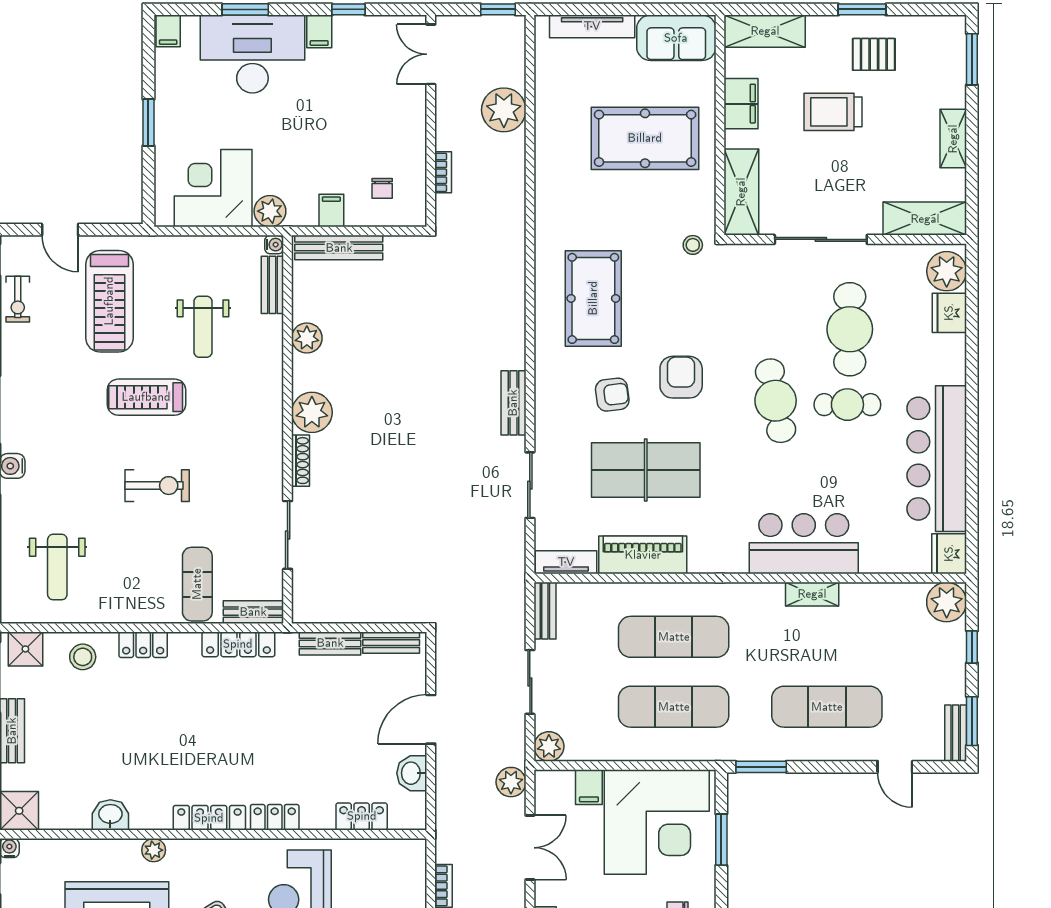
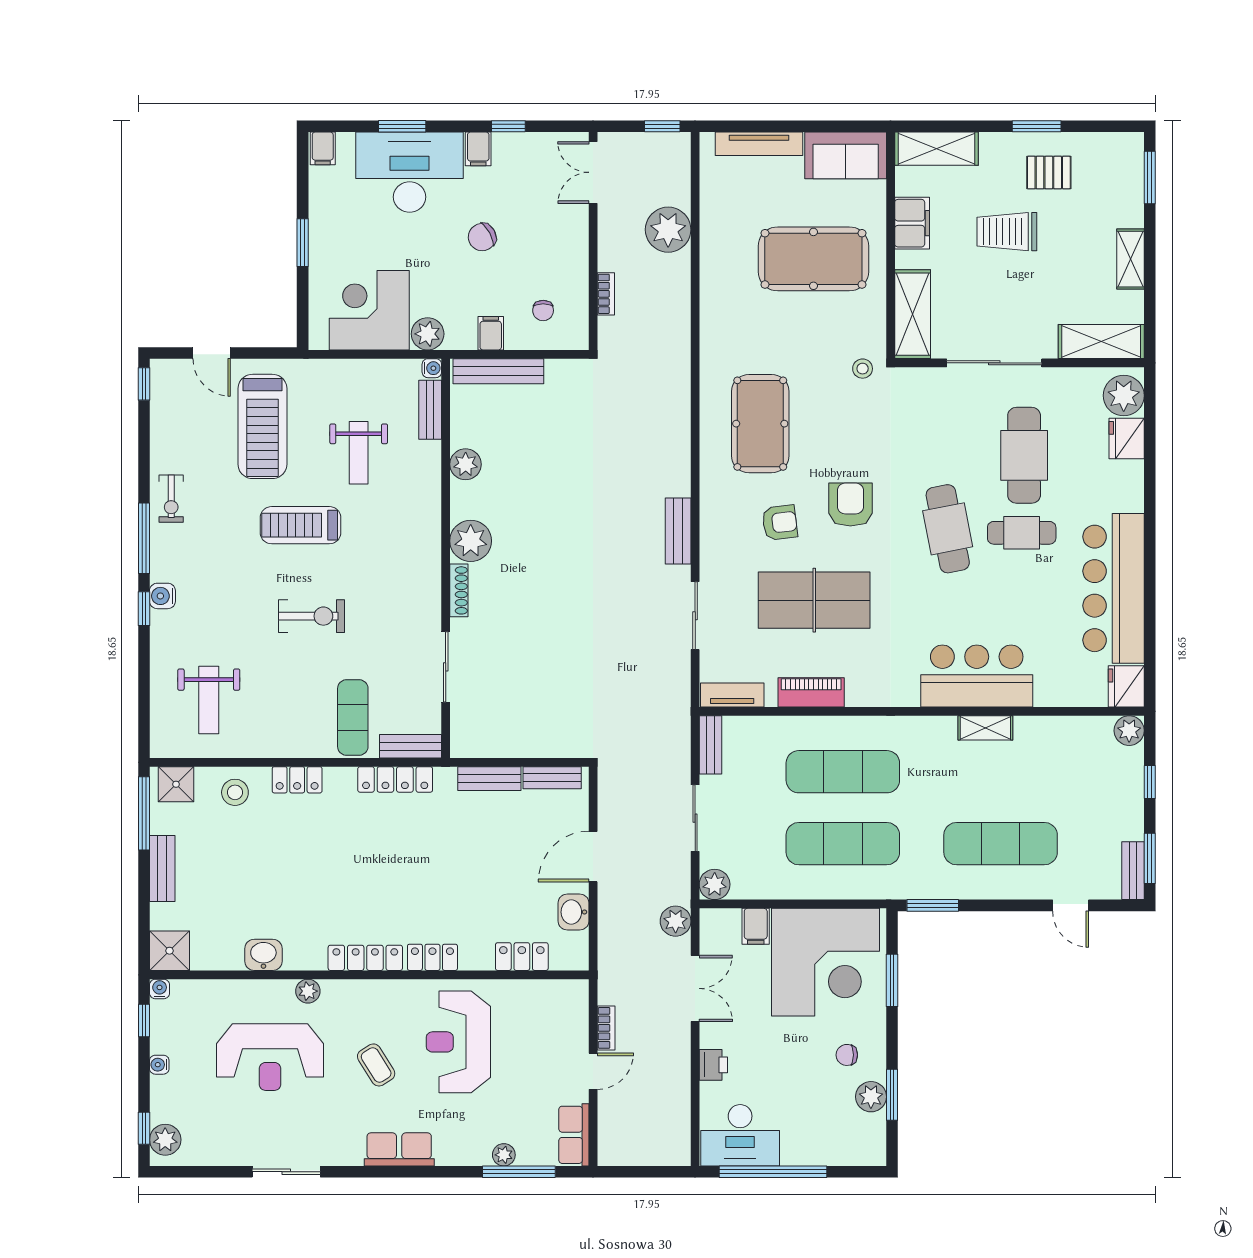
chair: (323, 117) -> (482, 237), added
exercise bike: (18, 299) -> (171, 499), moved
piano: (643, 555) -> (811, 692), width x0.73, depth x0.75
plant: (947, 602) -> (1129, 731), width x0.73, depth x0.73

